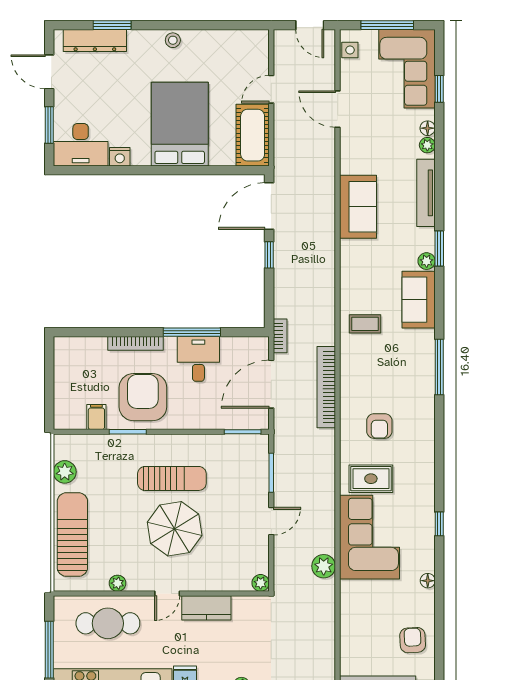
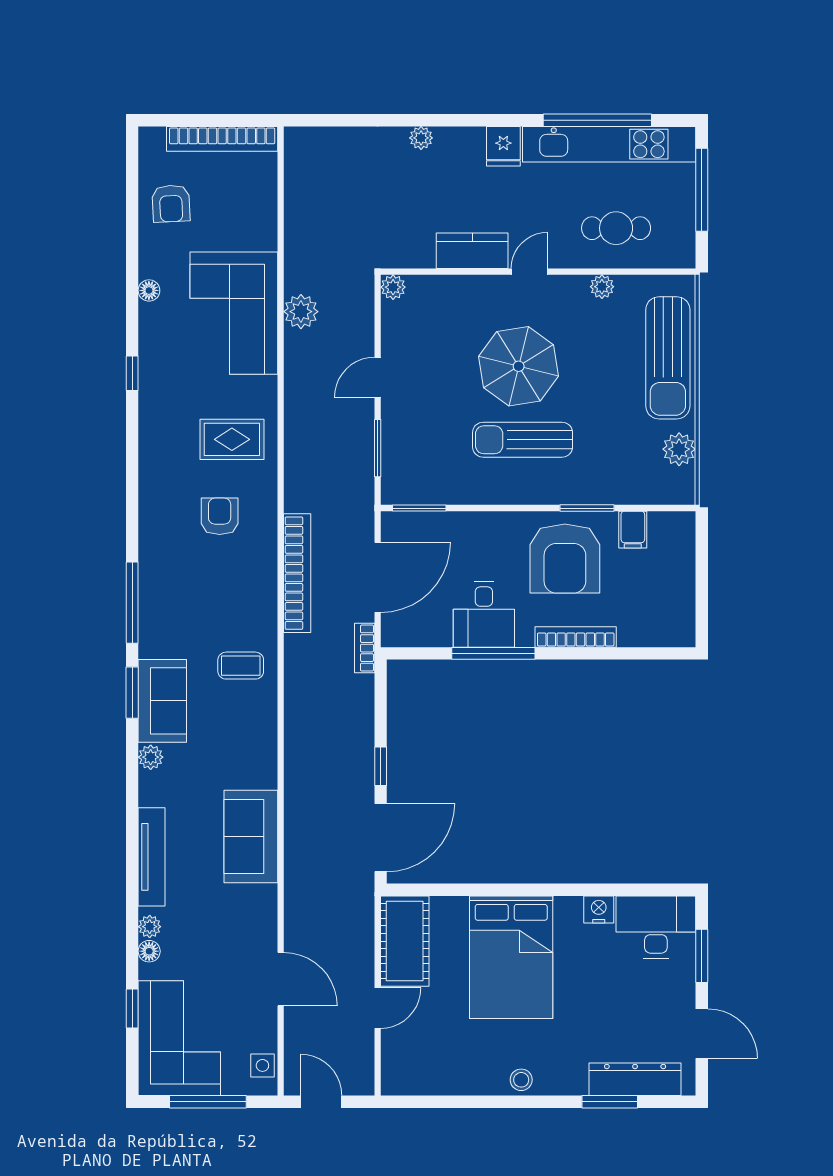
window: (439, 249) -> (132, 693), moved
corner sofa: (370, 537) -> (234, 313), moved
cafe table: (108, 623) -> (616, 228), width x0.73, depth x0.74

